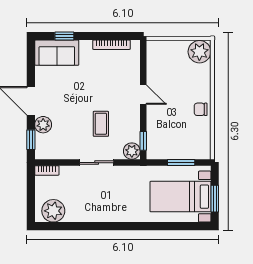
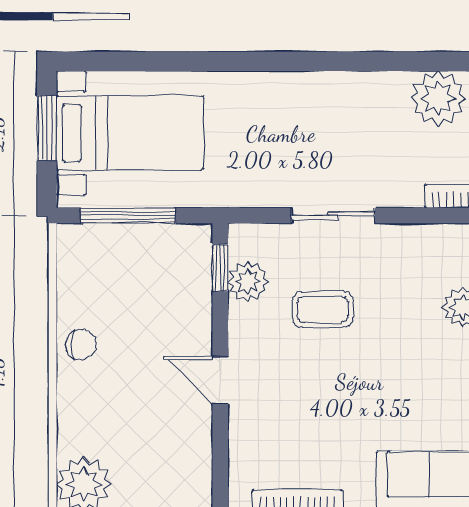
coffee table: (101, 124) -> (323, 309), turned 90
plant: (132, 151) -> (248, 281), moved
window: (181, 163) -> (128, 216), width x1.44

